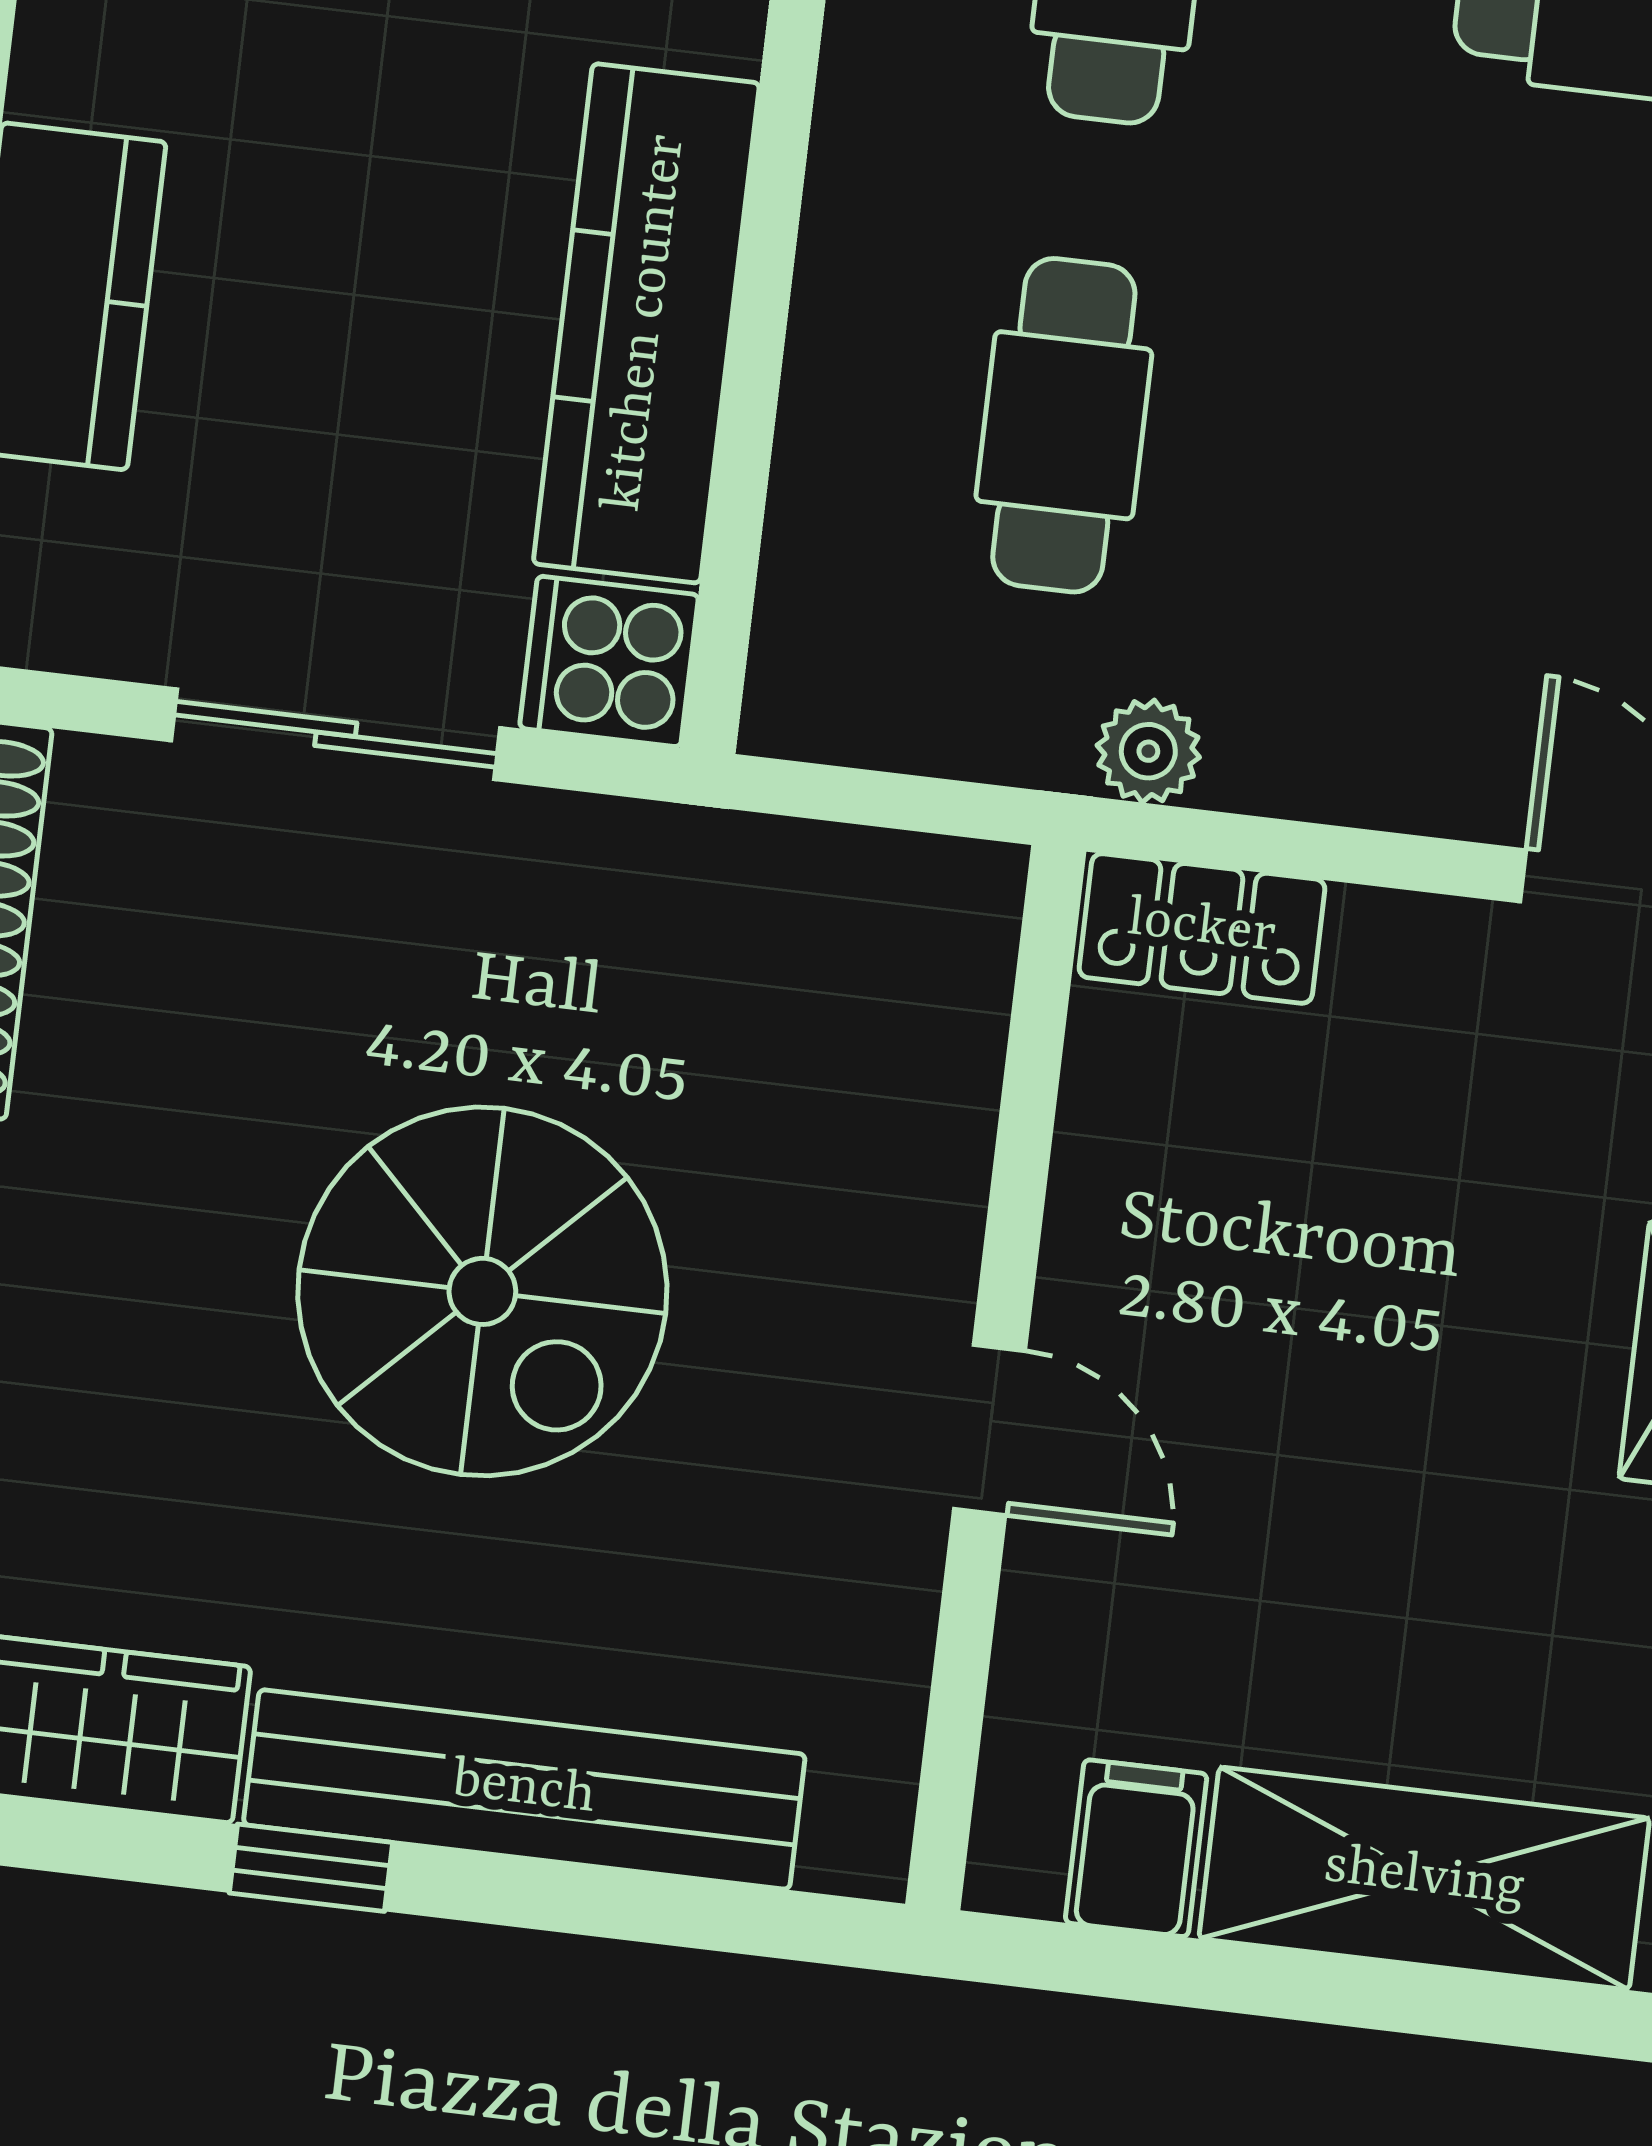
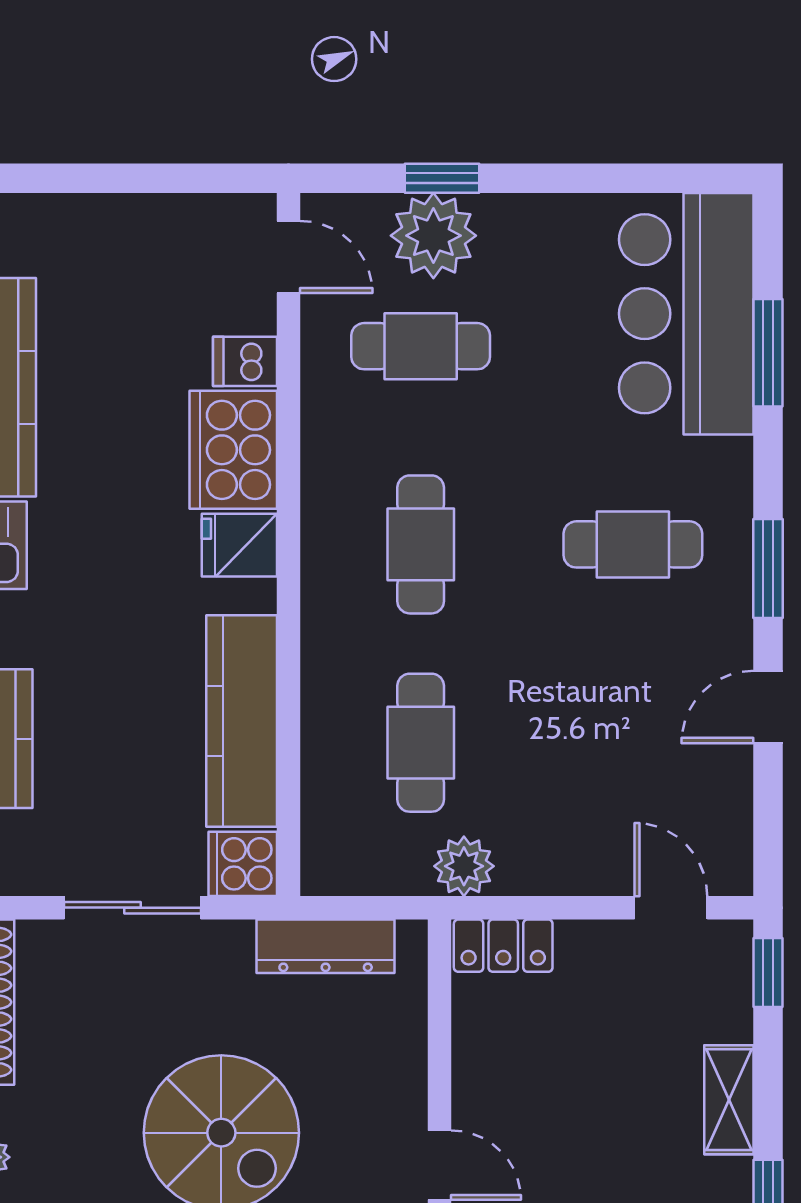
plant: (1148, 751) -> (464, 866), width x1.38, depth x1.38
dresser: (782, 880) -> (326, 946), added

